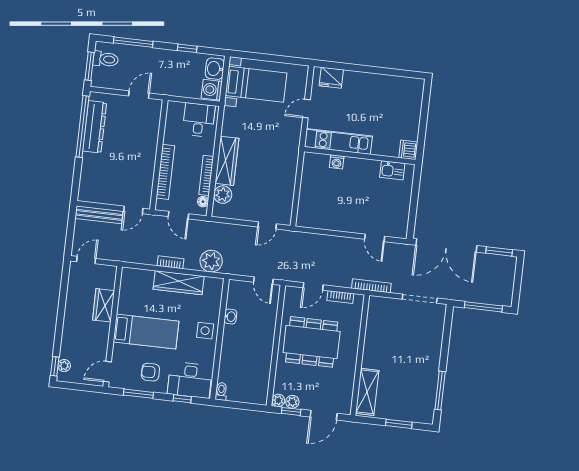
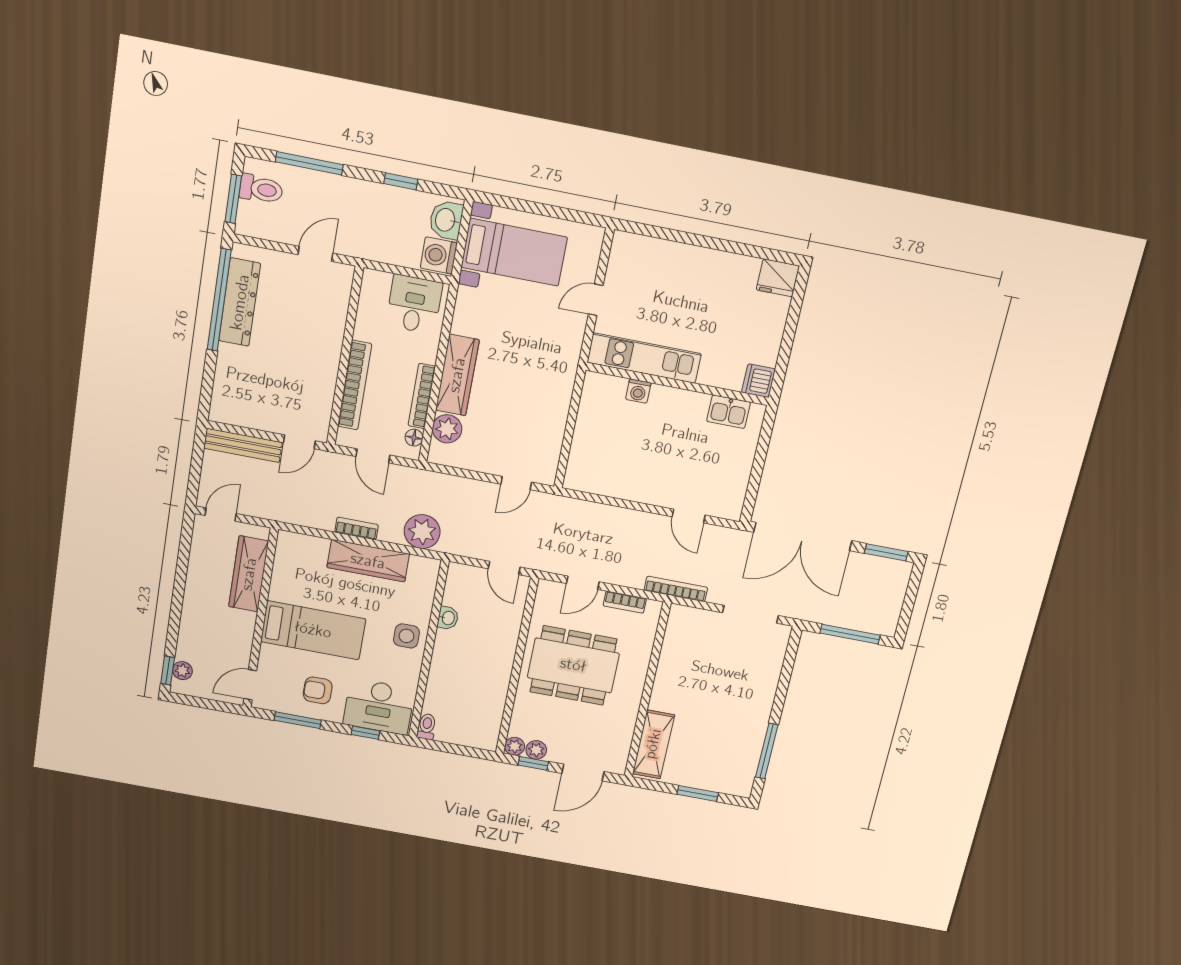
fridge: (331, 78) -> (778, 278), moved
wardrobe: (104, 305) -> (249, 574), width x1.50

